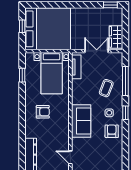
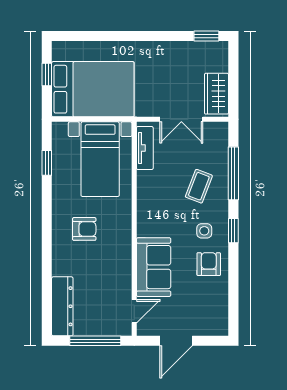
bed: (48, 29) -> (93, 89), width x0.73
double door: (97, 51) -> (181, 119), swing flipped
sofa: (81, 121) -> (154, 267), moved
door: (70, 157) -> (134, 311), swing flipped

